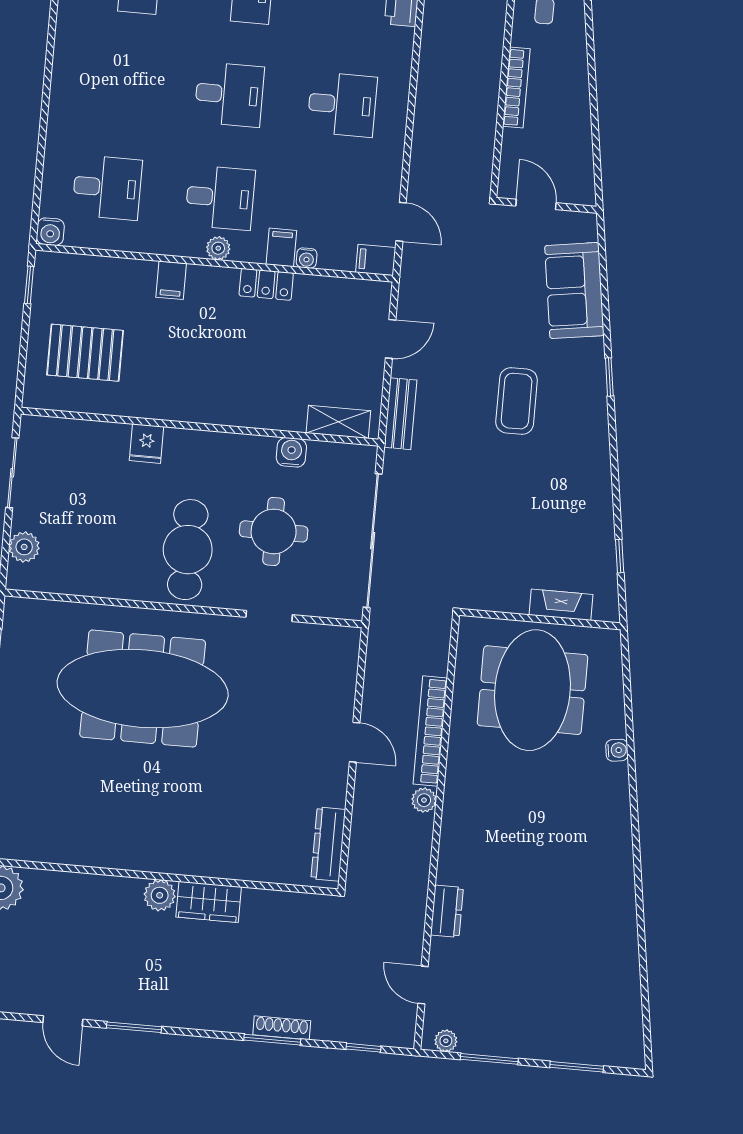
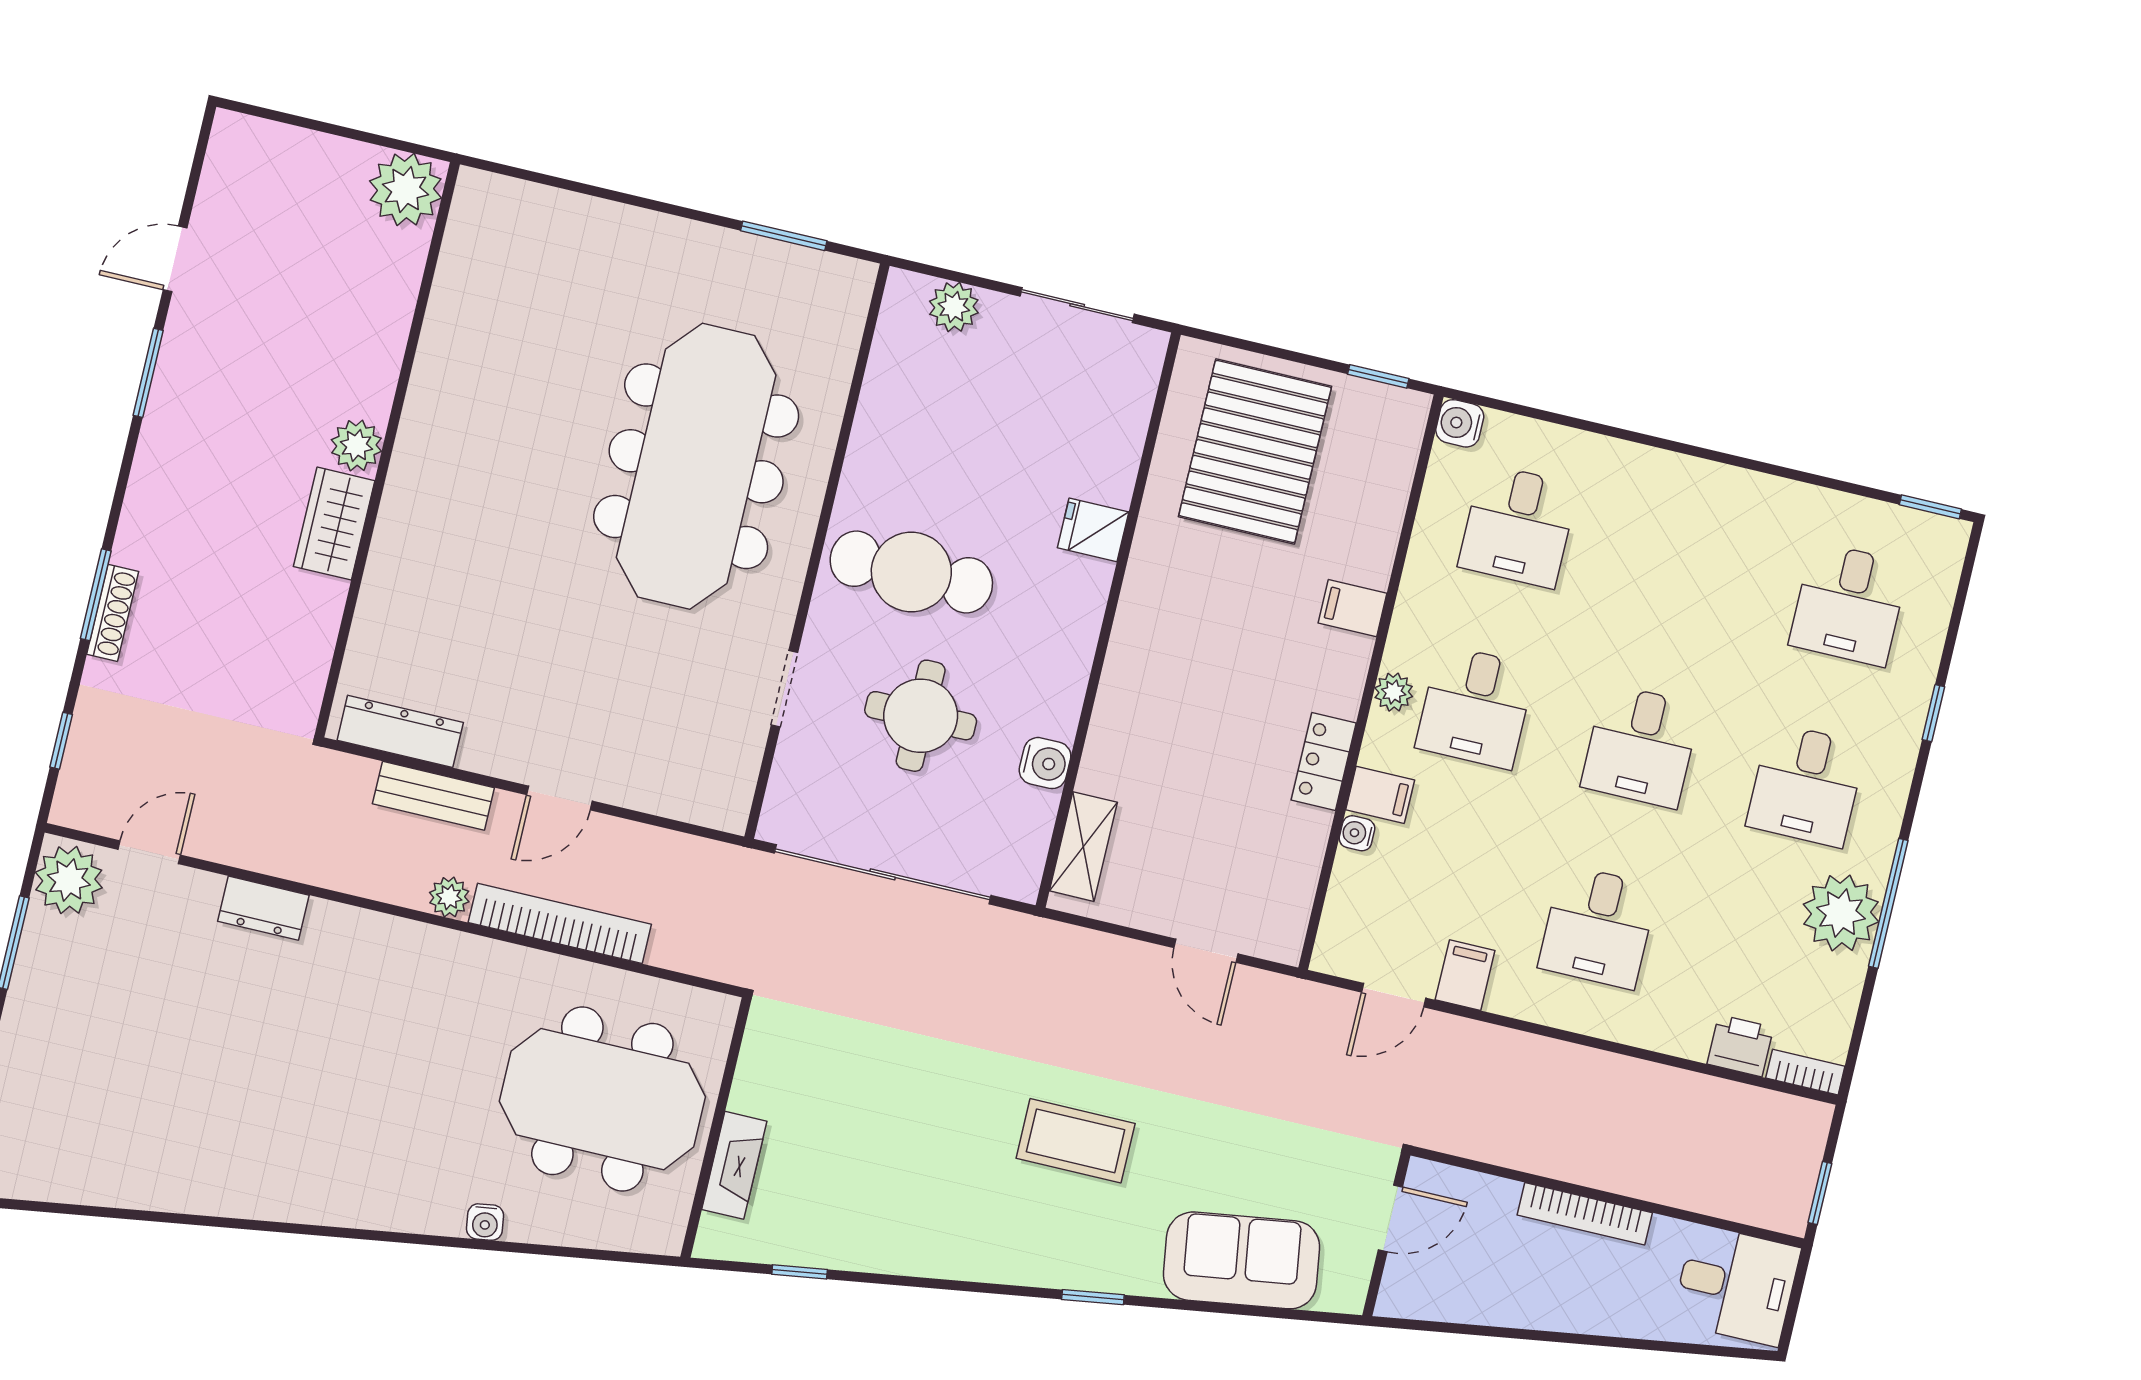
filing cabinet: (376, 260) -> (1465, 975), moved
pallet: (85, 353) -> (1255, 451), width x1.37, depth x1.41
bench: (400, 414) -> (433, 796), moved
plant: (446, 1041) -> (69, 880), width x1.88, depth x1.88

